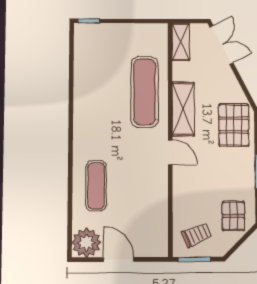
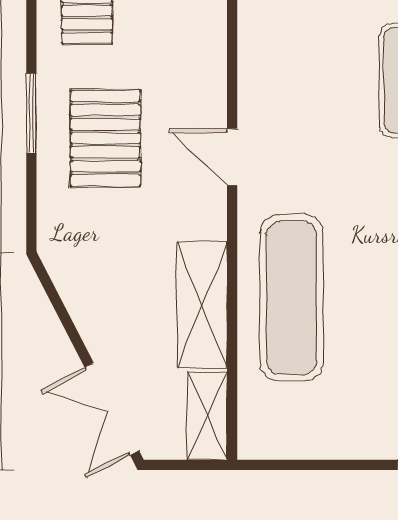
shelving: (183, 109) -> (202, 305), moved
pallet: (234, 125) -> (105, 138), moved

